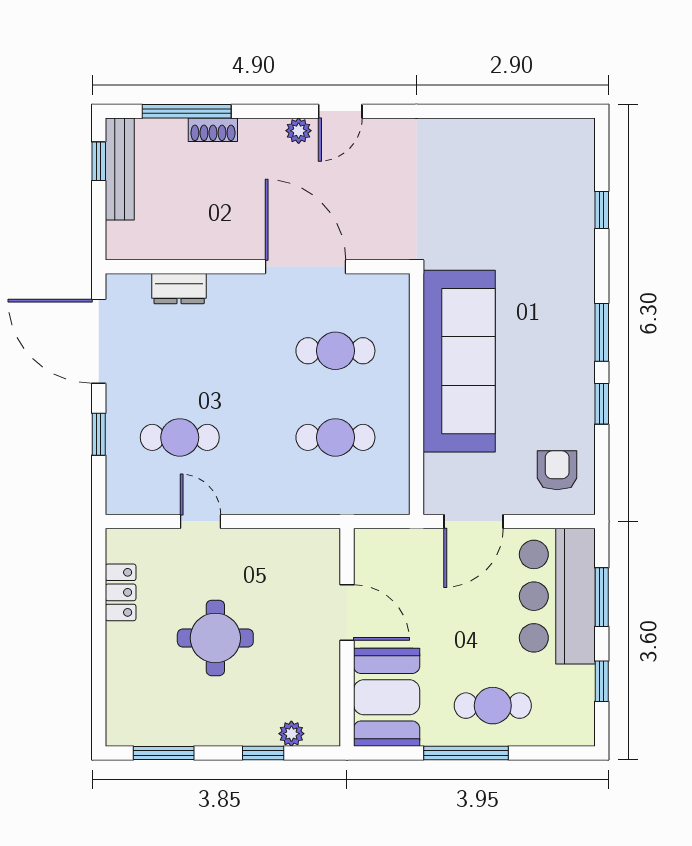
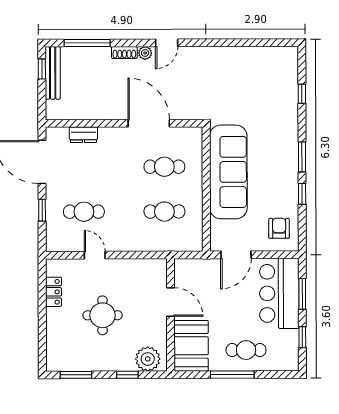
shoe rack: (213, 130) -> (124, 52), moved
plant: (291, 734) -> (148, 359), width x1.88, depth x1.88

